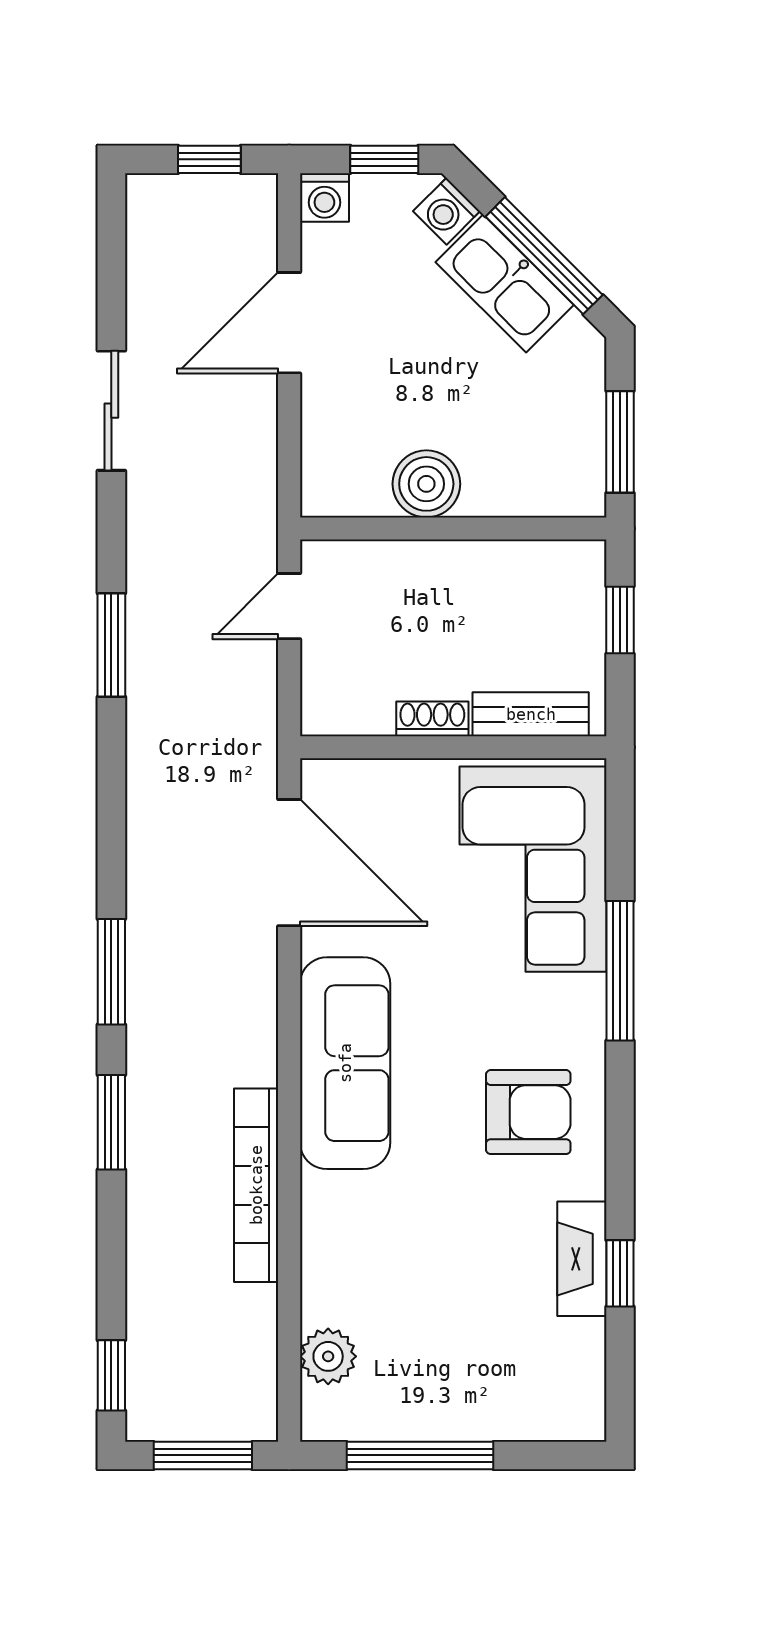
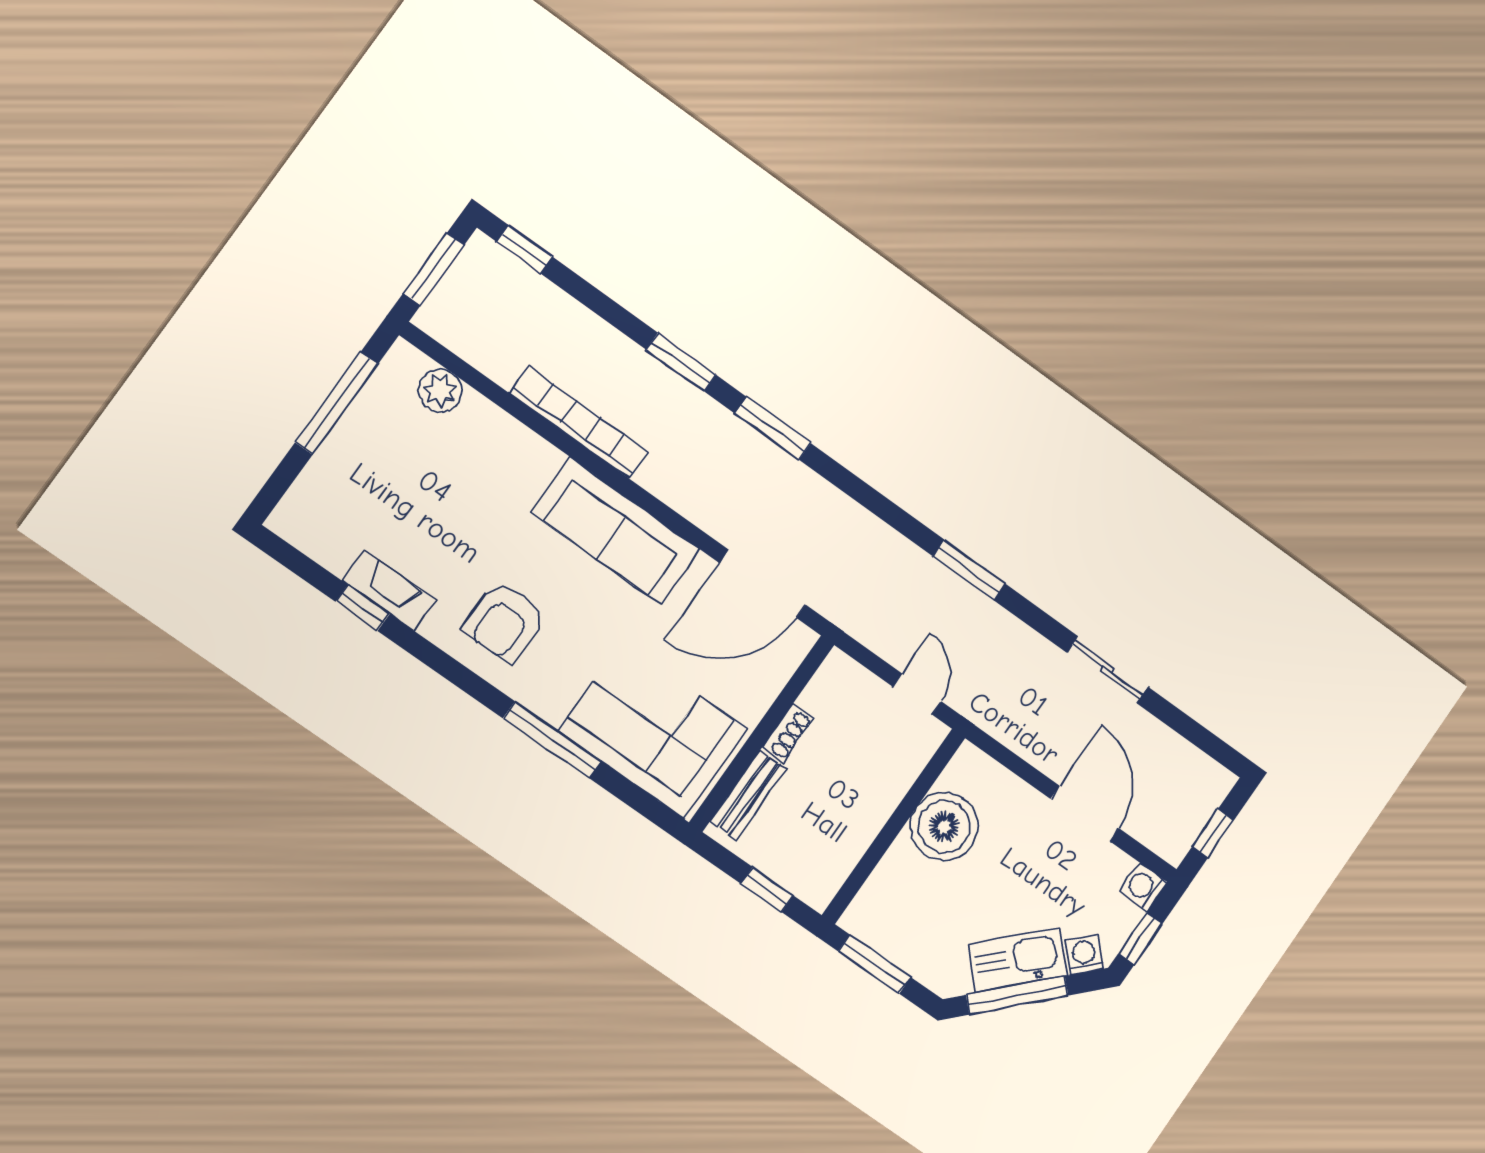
boiler: (426, 484) -> (944, 827), width x1.37, depth x1.37

